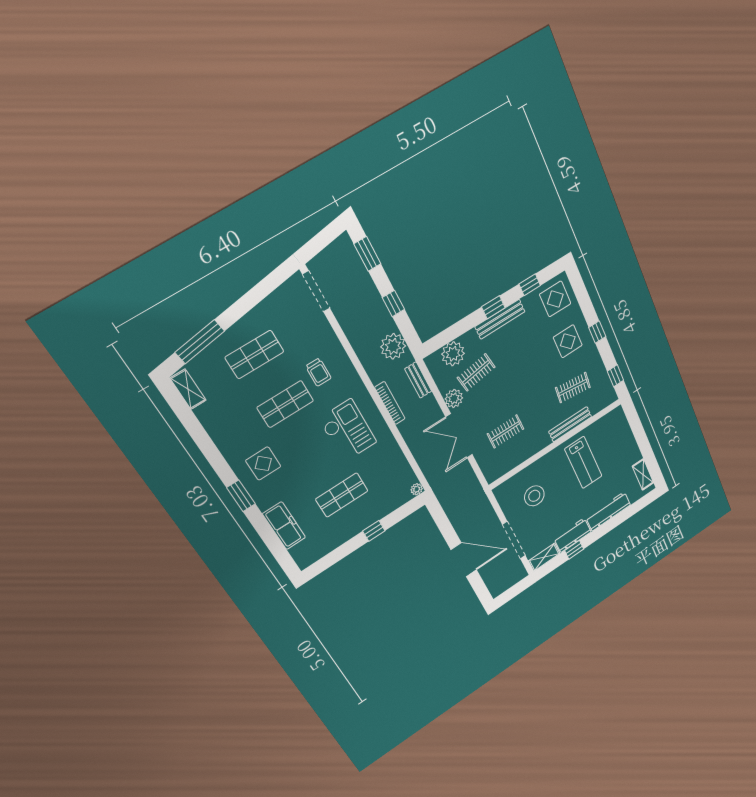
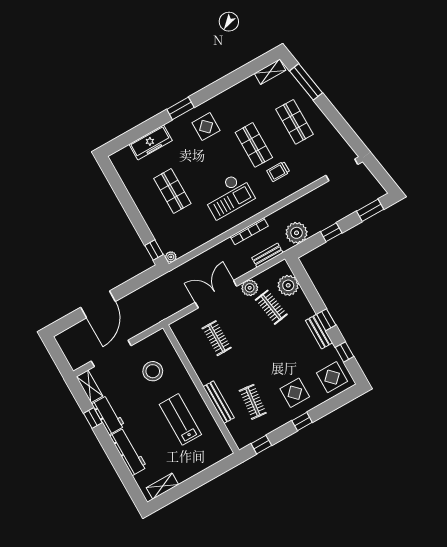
bench: (500, 319) -> (319, 332), width x0.73
lab bench: (583, 463) -> (180, 419), turned 90
window: (374, 531) -> (154, 250), moved

